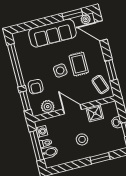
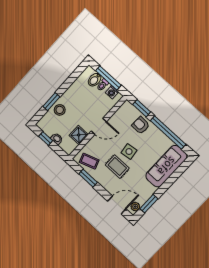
sofa: (52, 33) -> (166, 166), moved
plant: (48, 107) -> (120, 115), removed
stool: (82, 139) -> (60, 110), moved

